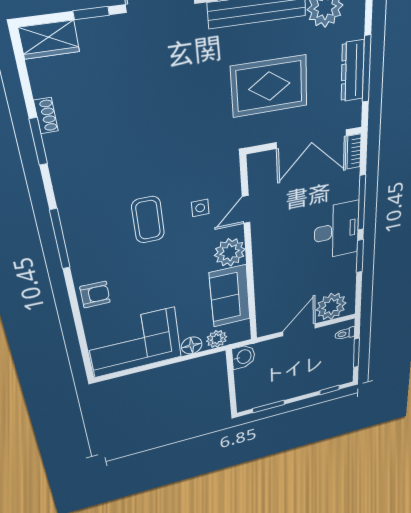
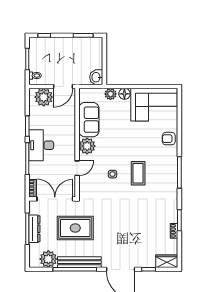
door: (246, 210) -> (77, 168), moved
plant: (230, 252) -> (87, 146), moved
wall: (249, 254) -> (77, 143), moved
sofa: (230, 296) -> (89, 120), moved

